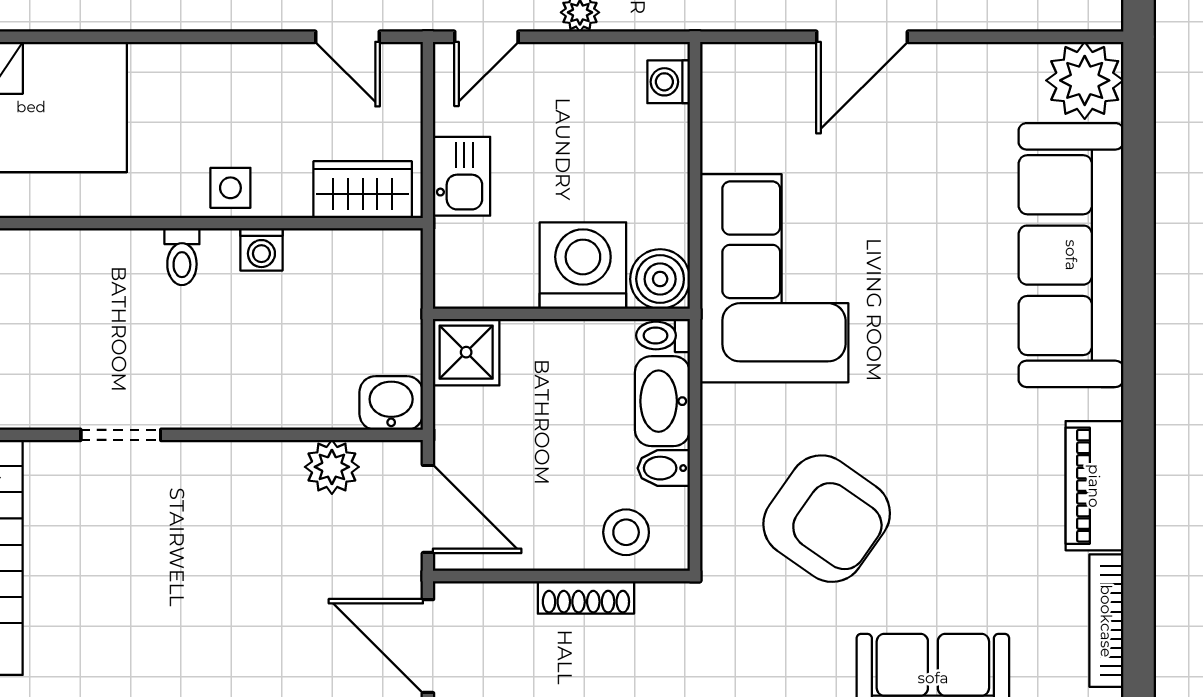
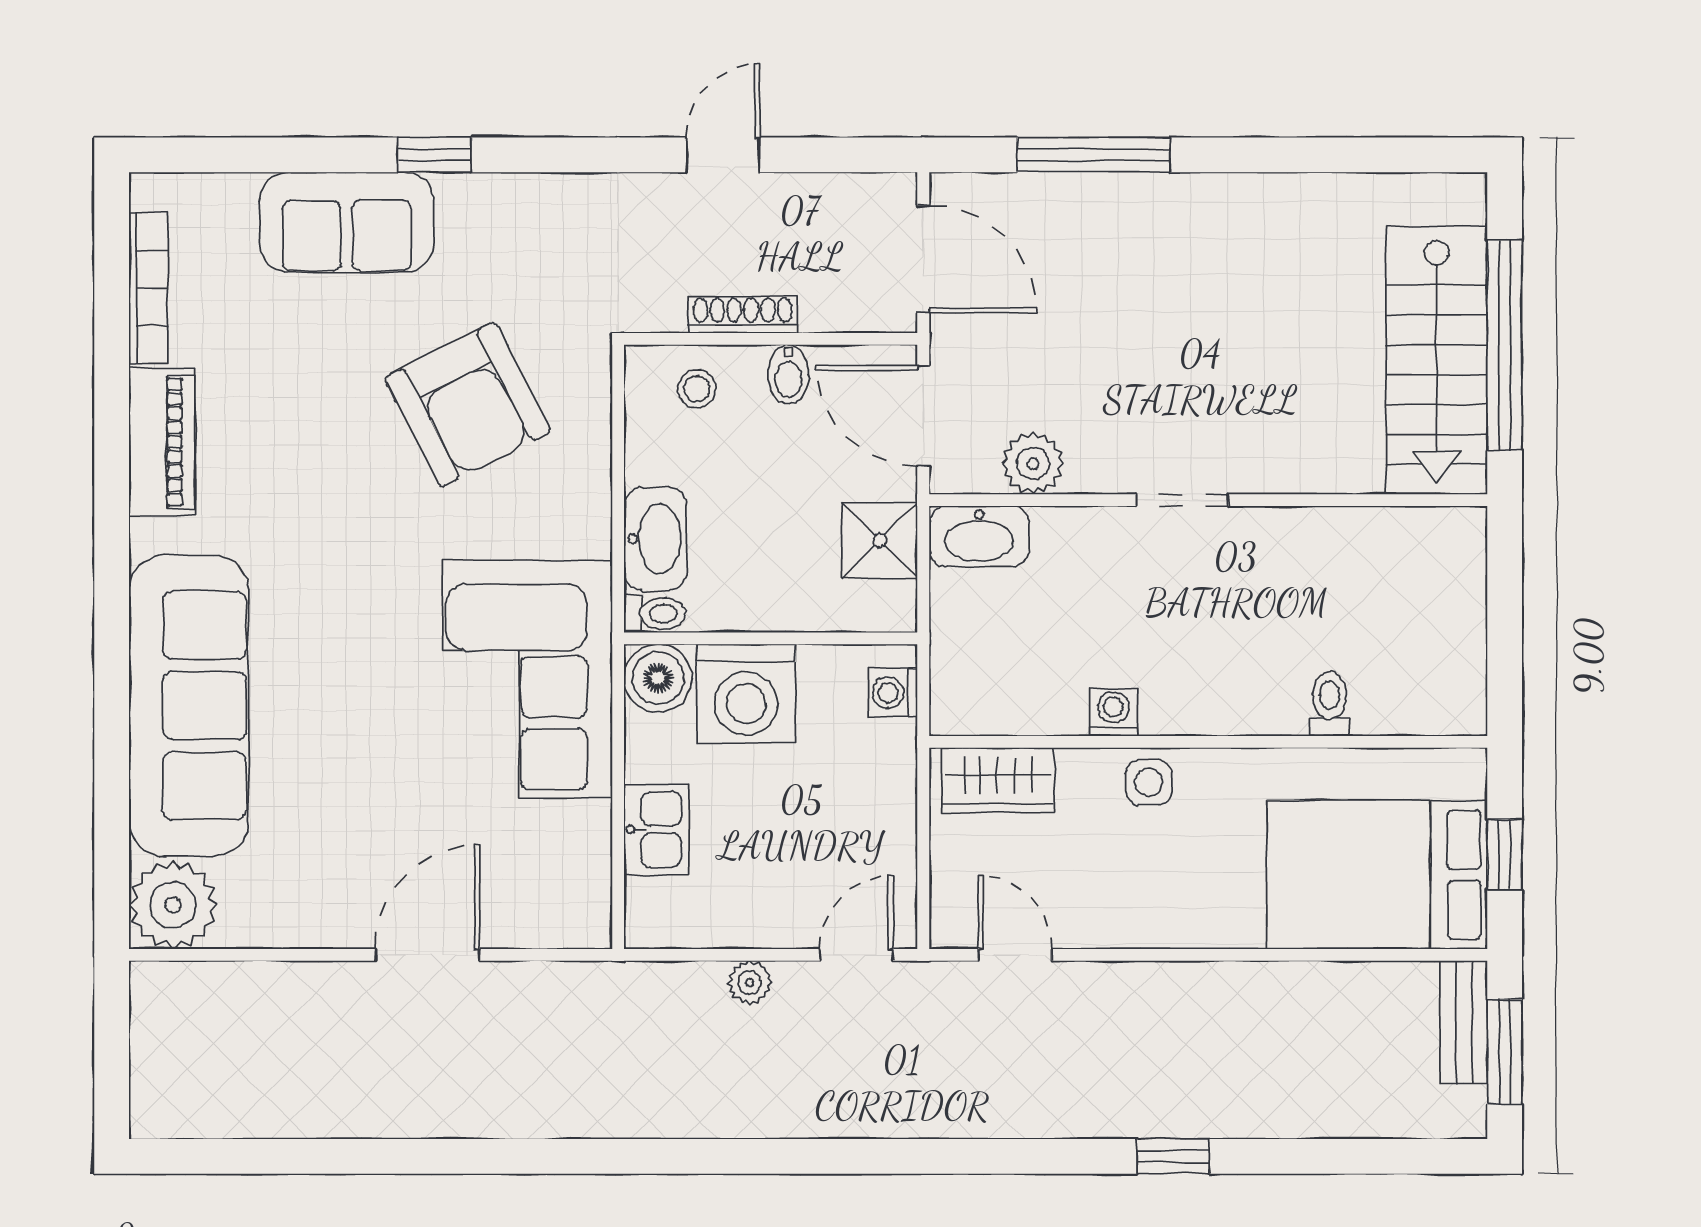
washing machine: (669, 82) -> (893, 693), moved, turned 180
kitchen sink: (462, 176) -> (657, 829), moved, turned 180
toilet: (182, 257) -> (1330, 704), moved
shower: (466, 352) -> (880, 541), moved
washbasin: (391, 403) -> (979, 537), width x1.38
doorway: (121, 435) -> (1182, 500), moved
bidet: (664, 468) -> (788, 375), moved, turned 90
armchair: (827, 519) -> (468, 405), turned -152
stool: (626, 532) -> (697, 389), width x0.73, depth x0.73

